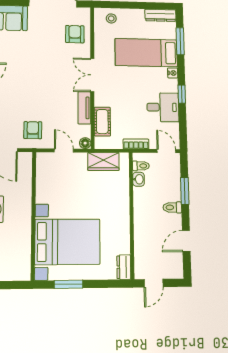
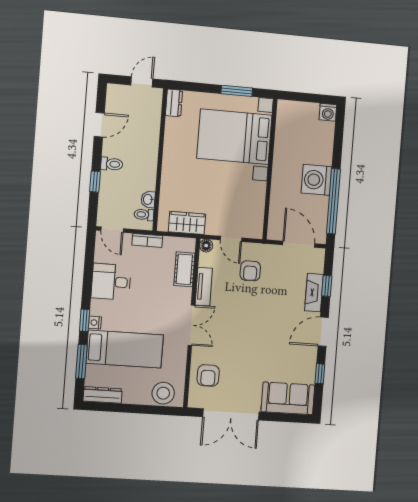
stool: (111, 18) -> (163, 393), width x1.89, depth x1.89
window: (182, 94) -> (85, 320), moved
armchair: (33, 130) -> (250, 271), moved
window: (185, 191) -> (95, 182), width x0.67

